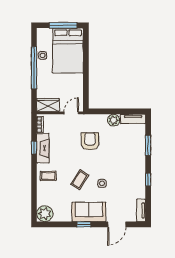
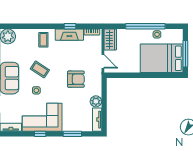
corner sofa: (130, 177) -> (42, 117), added

